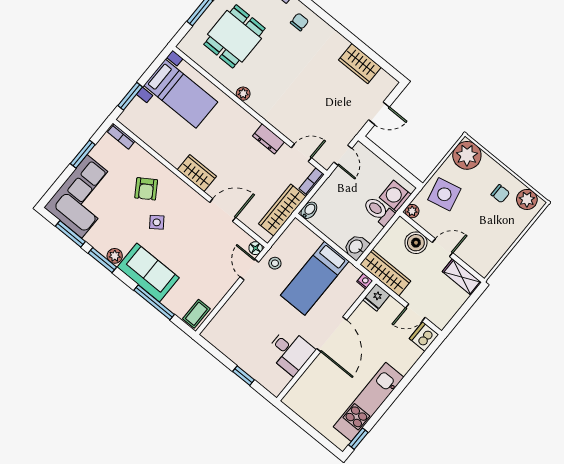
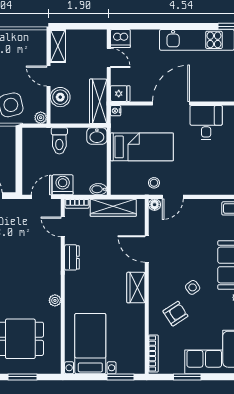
bookcase: (121, 137) -> (153, 354), width x1.56
washing machine: (395, 196) -> (63, 185), moved, turned 180

